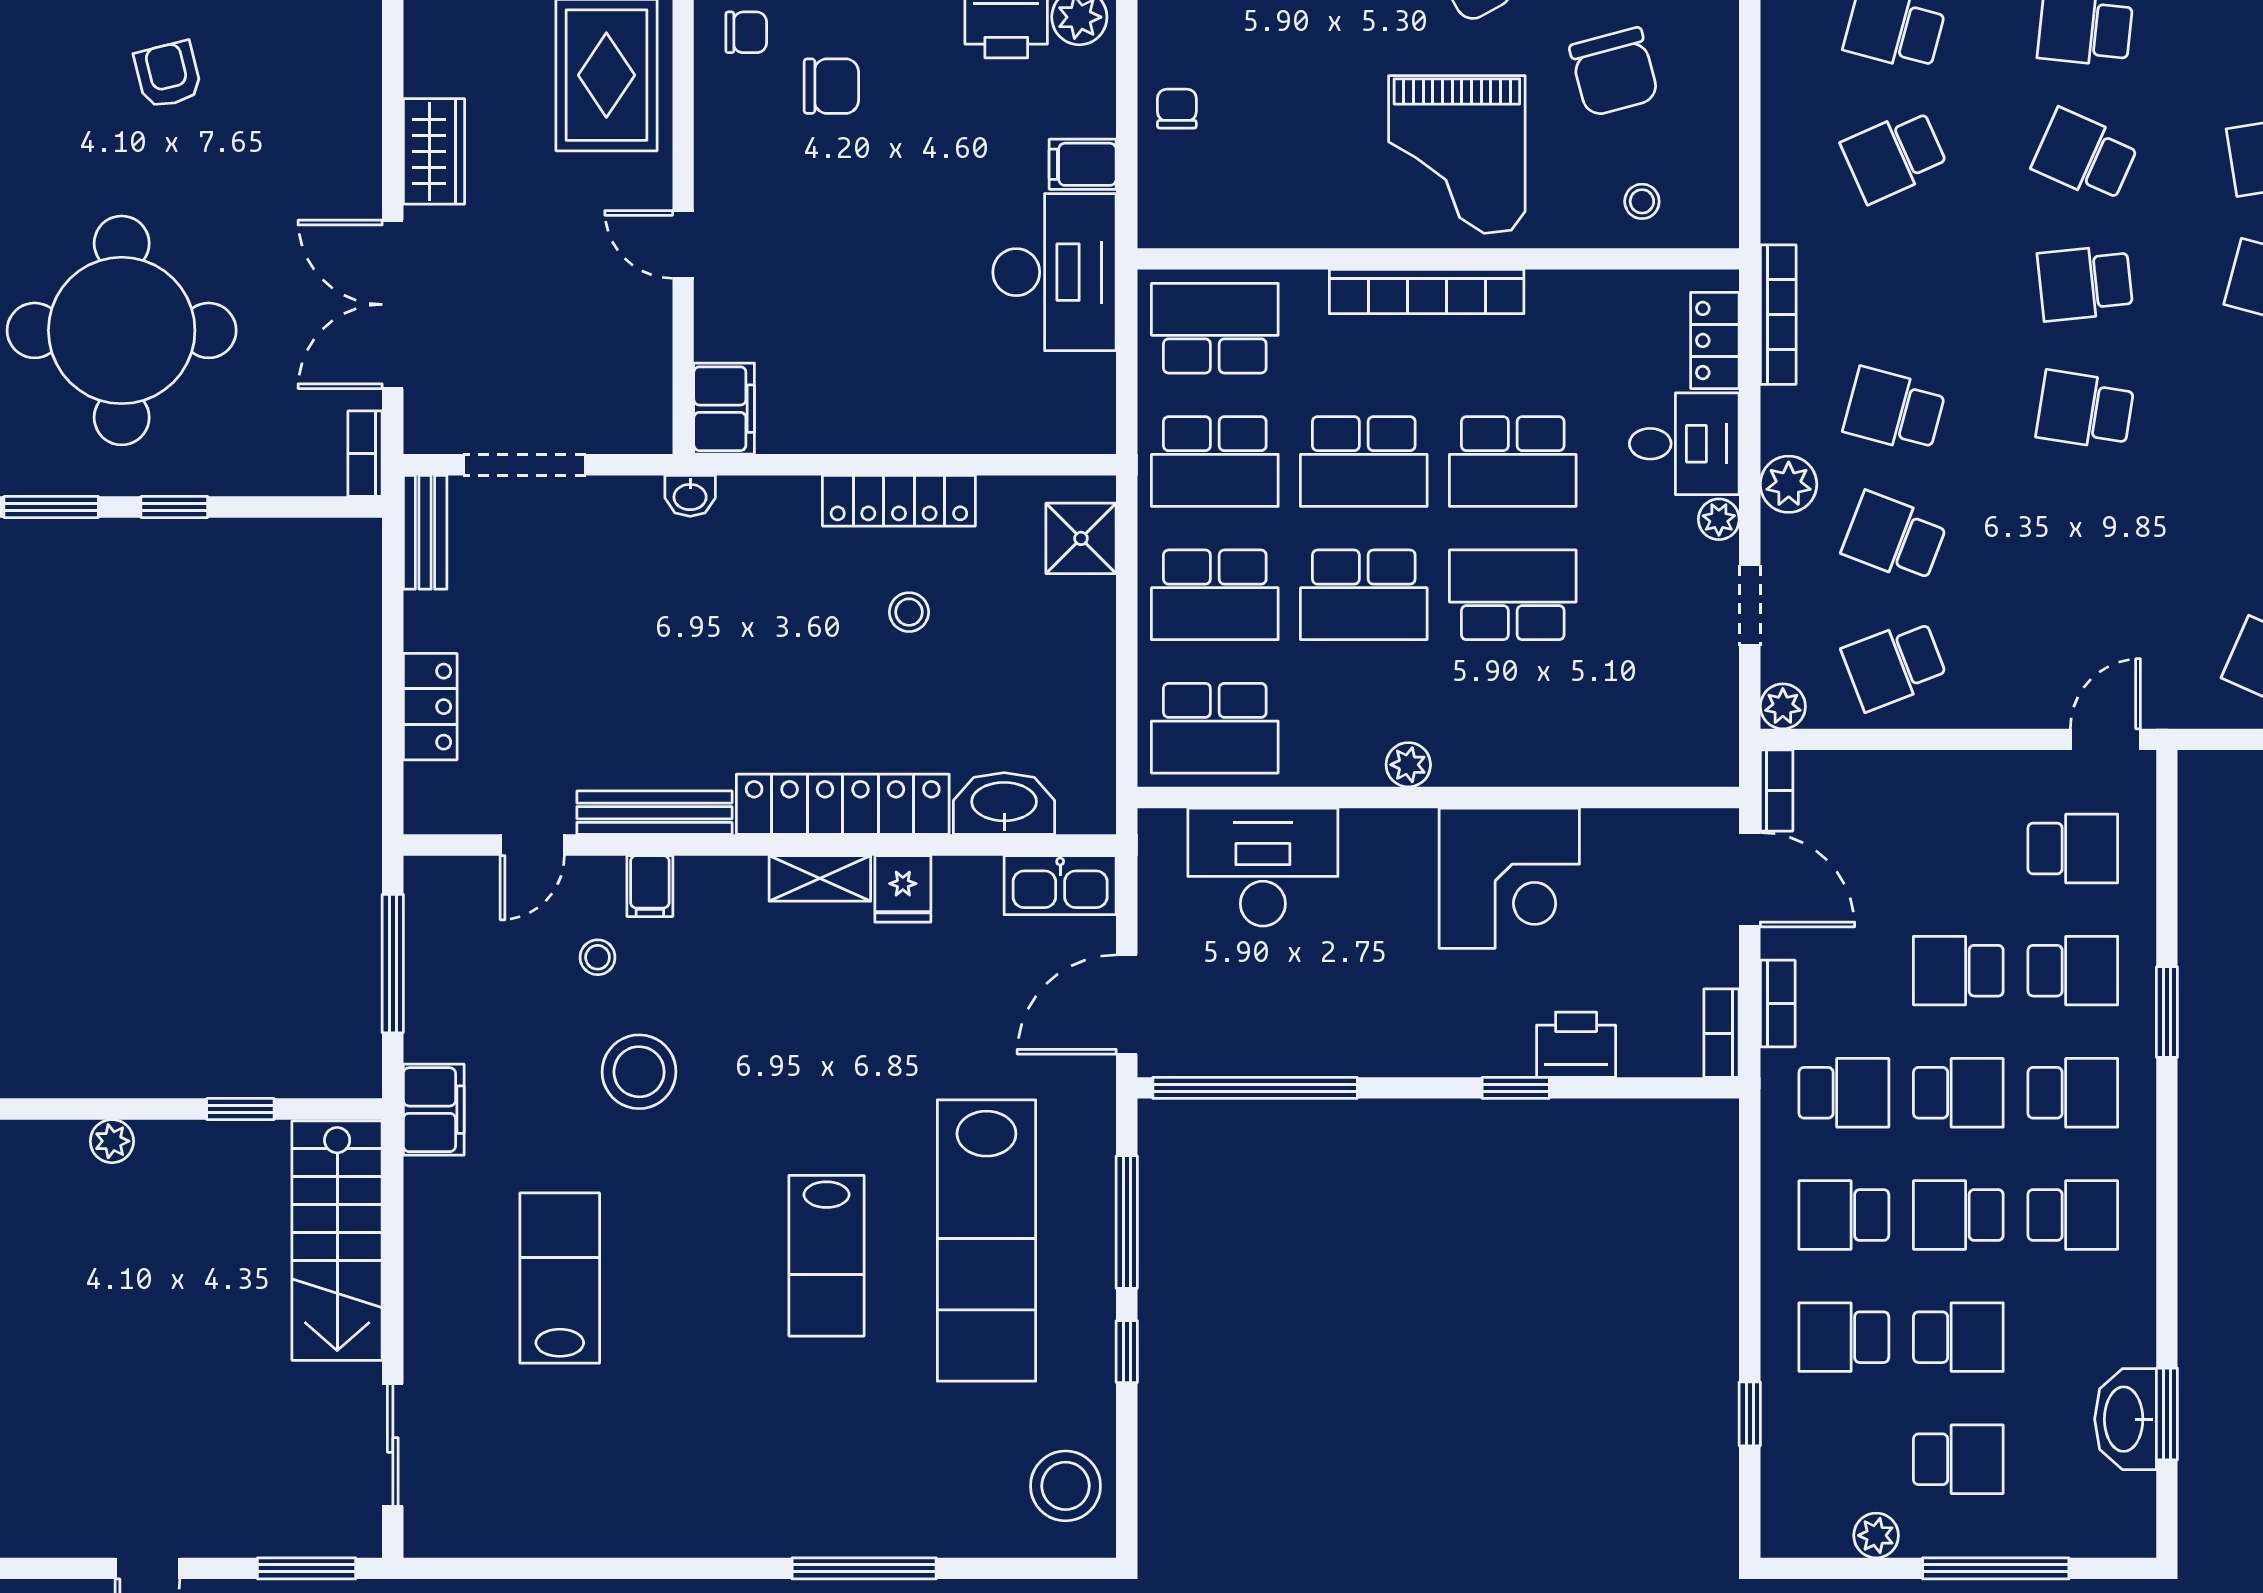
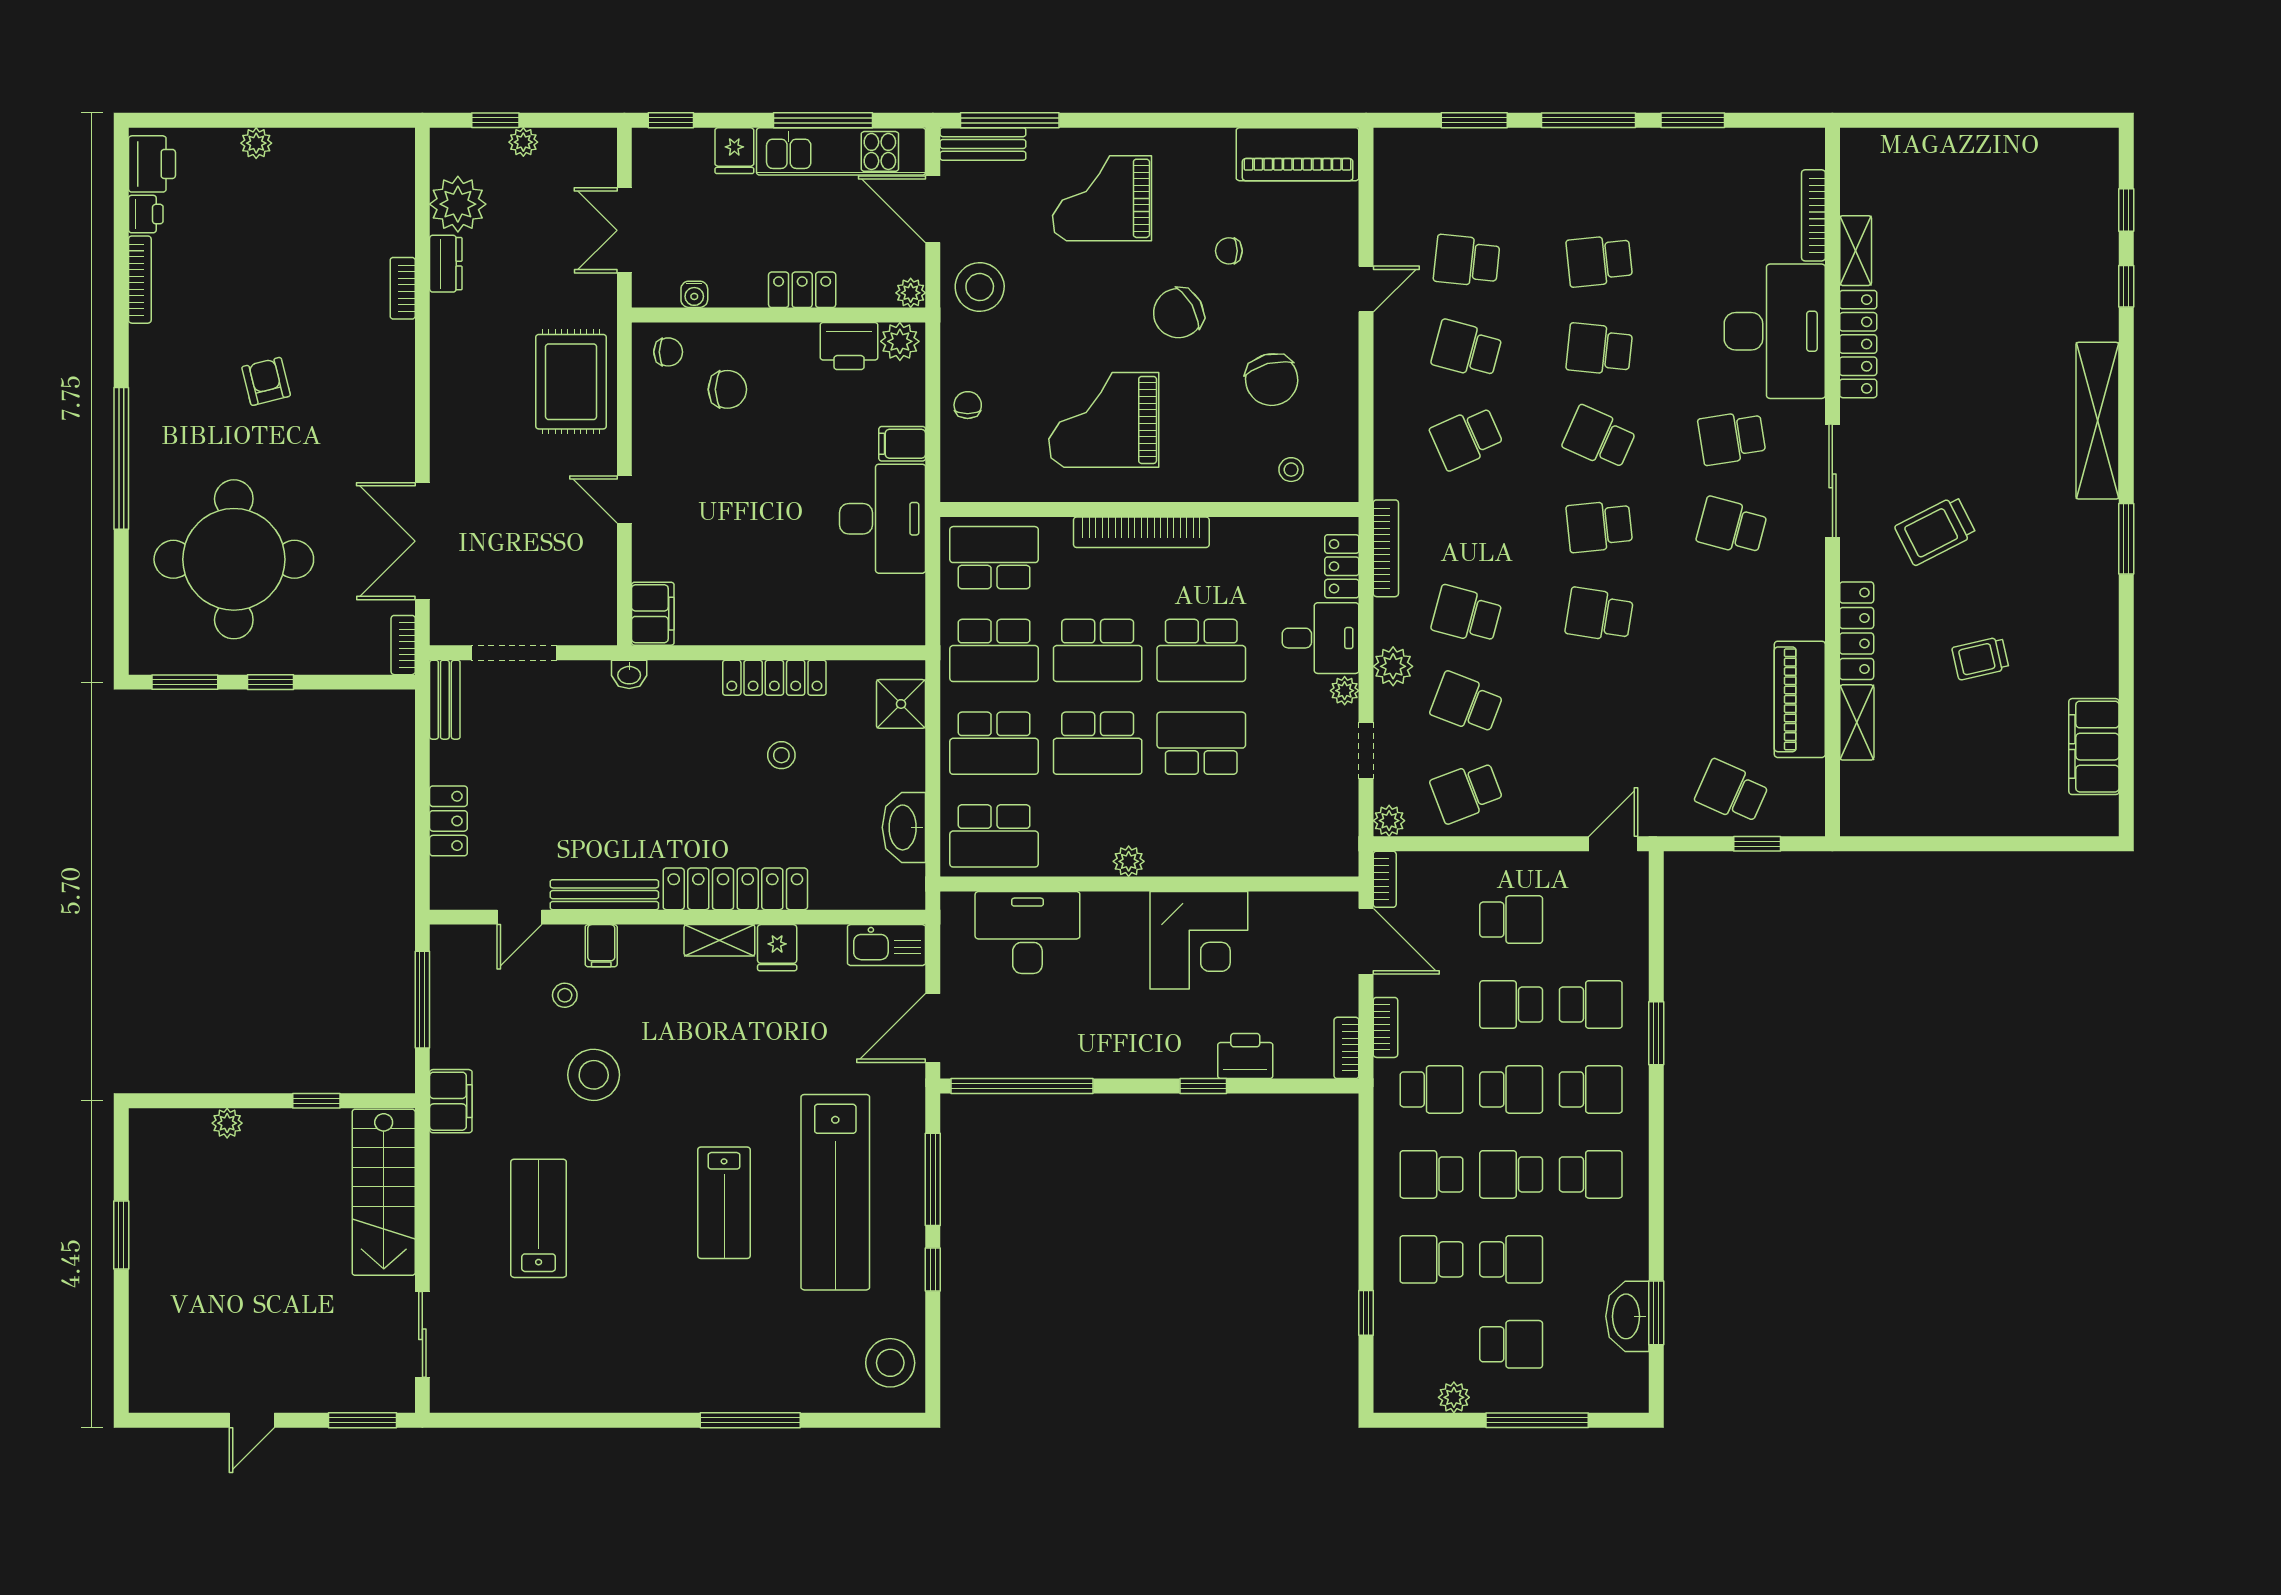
wardrobe: (434, 151) -> (451, 435), removed
grand piano: (1457, 155) -> (1104, 420), moved, turned 90
washbasin: (1004, 803) -> (904, 827), moved, turned -90
school desk: (2073, 848) -> (1511, 920), moved

